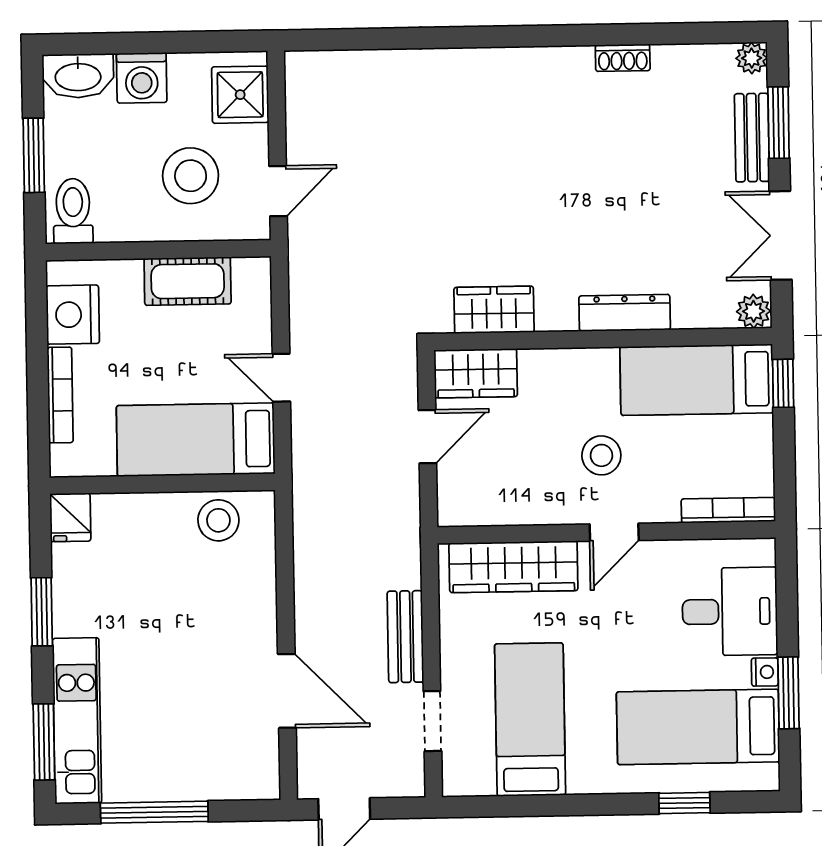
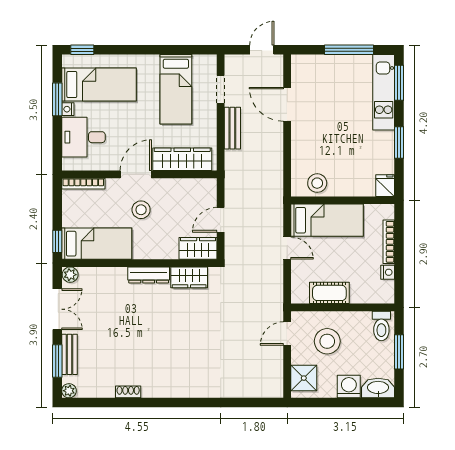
dresser: (625, 313) -> (149, 275), moved
nightstand: (73, 315) -> (388, 272), width x0.53, depth x0.56
door: (614, 532) -> (136, 174), width x1.38
window: (684, 803) -> (82, 50), moved

